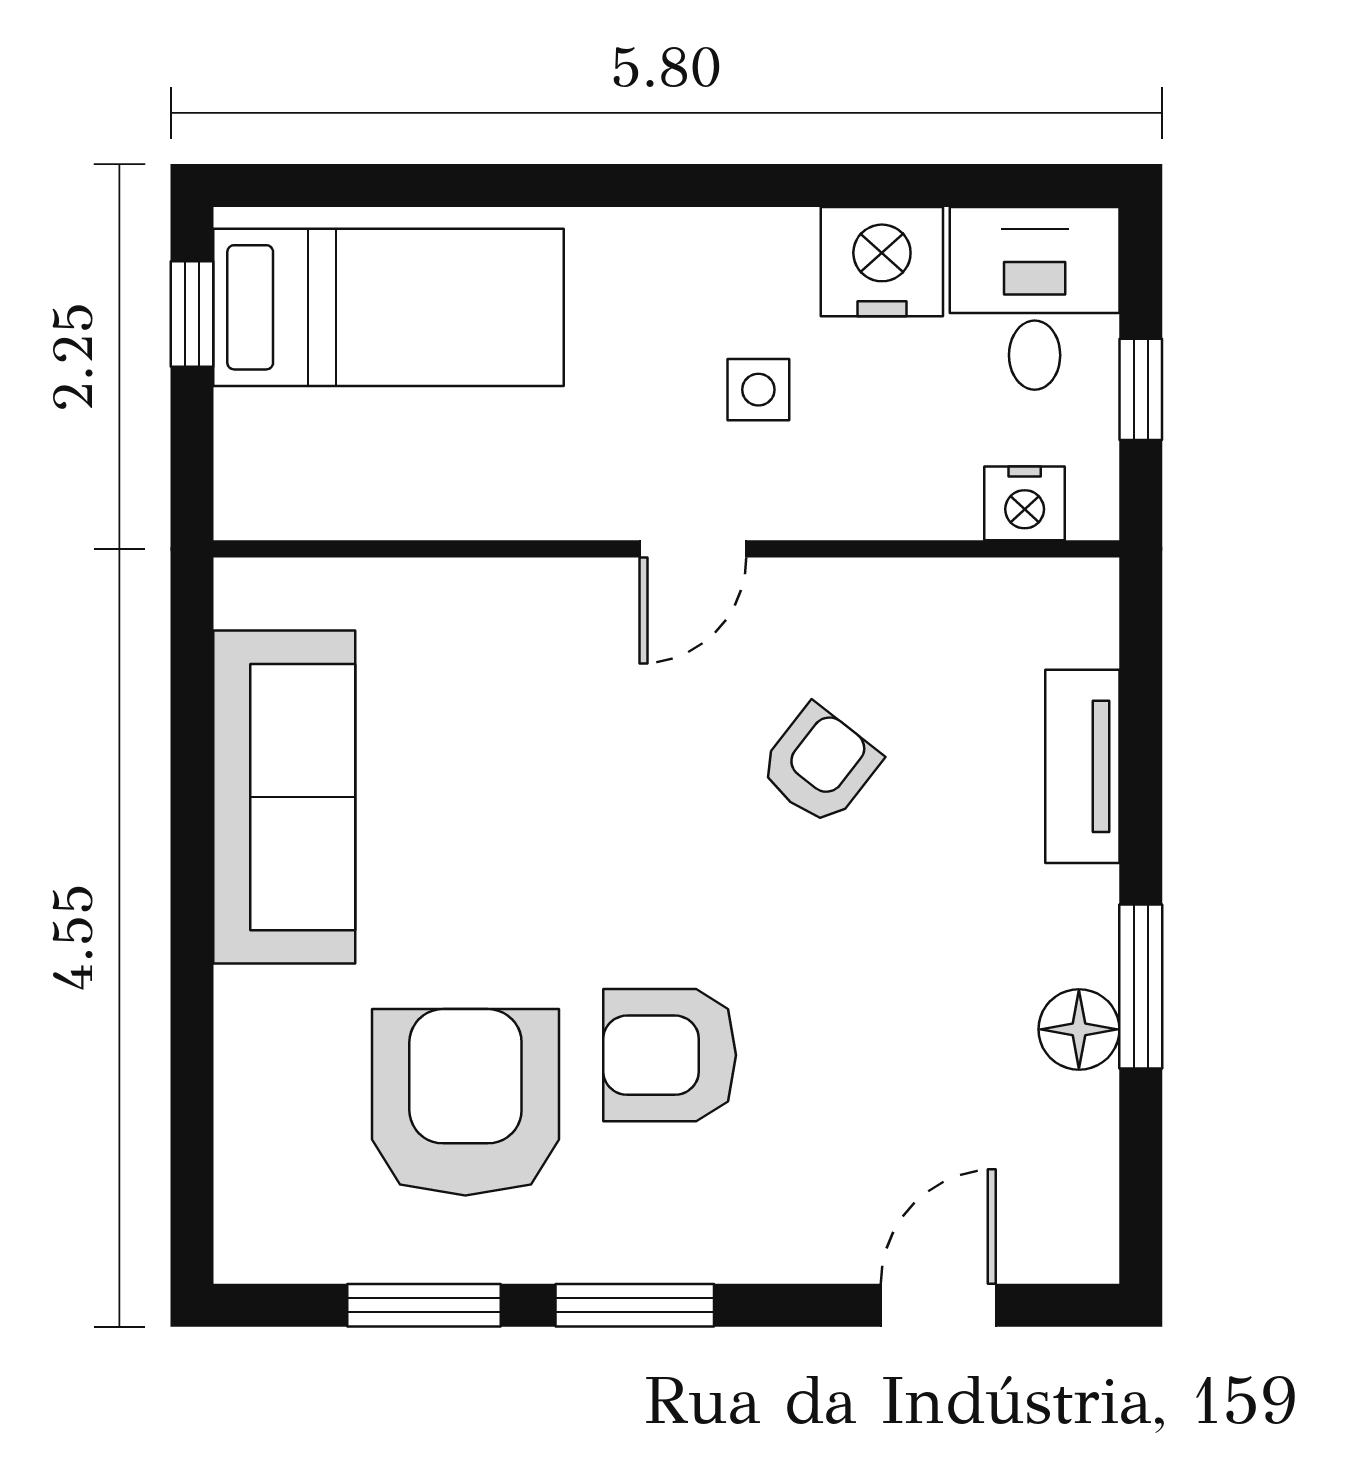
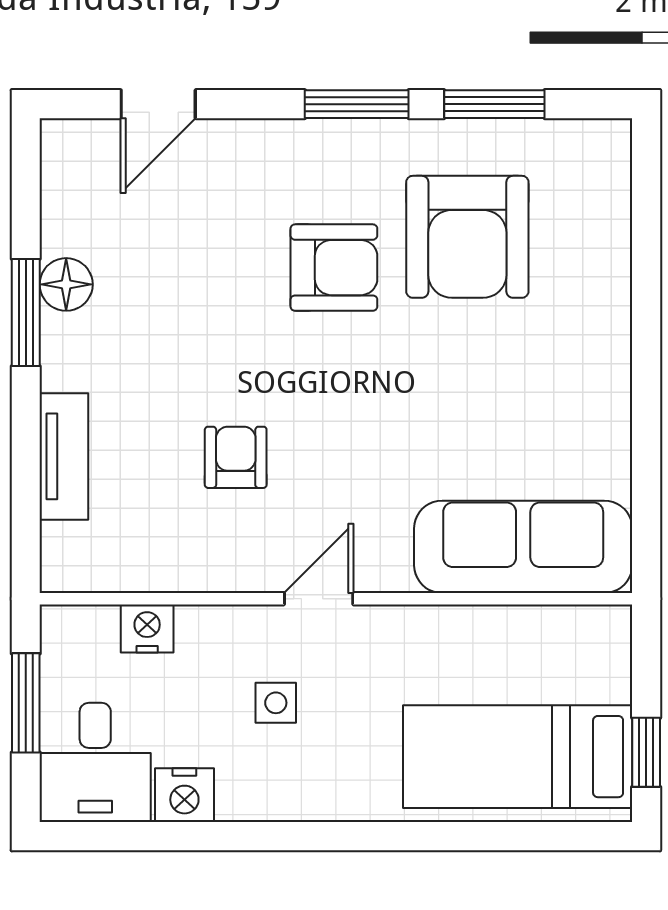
nightstand: (882, 262) -> (184, 795), width x0.74, depth x0.75
window: (1141, 389) -> (26, 703), width x1.50
nightstand: (1025, 503) -> (147, 628), moved
armchair: (820, 765) -> (236, 457), turned 142
sofa: (284, 797) -> (523, 547), moved, turned 90

